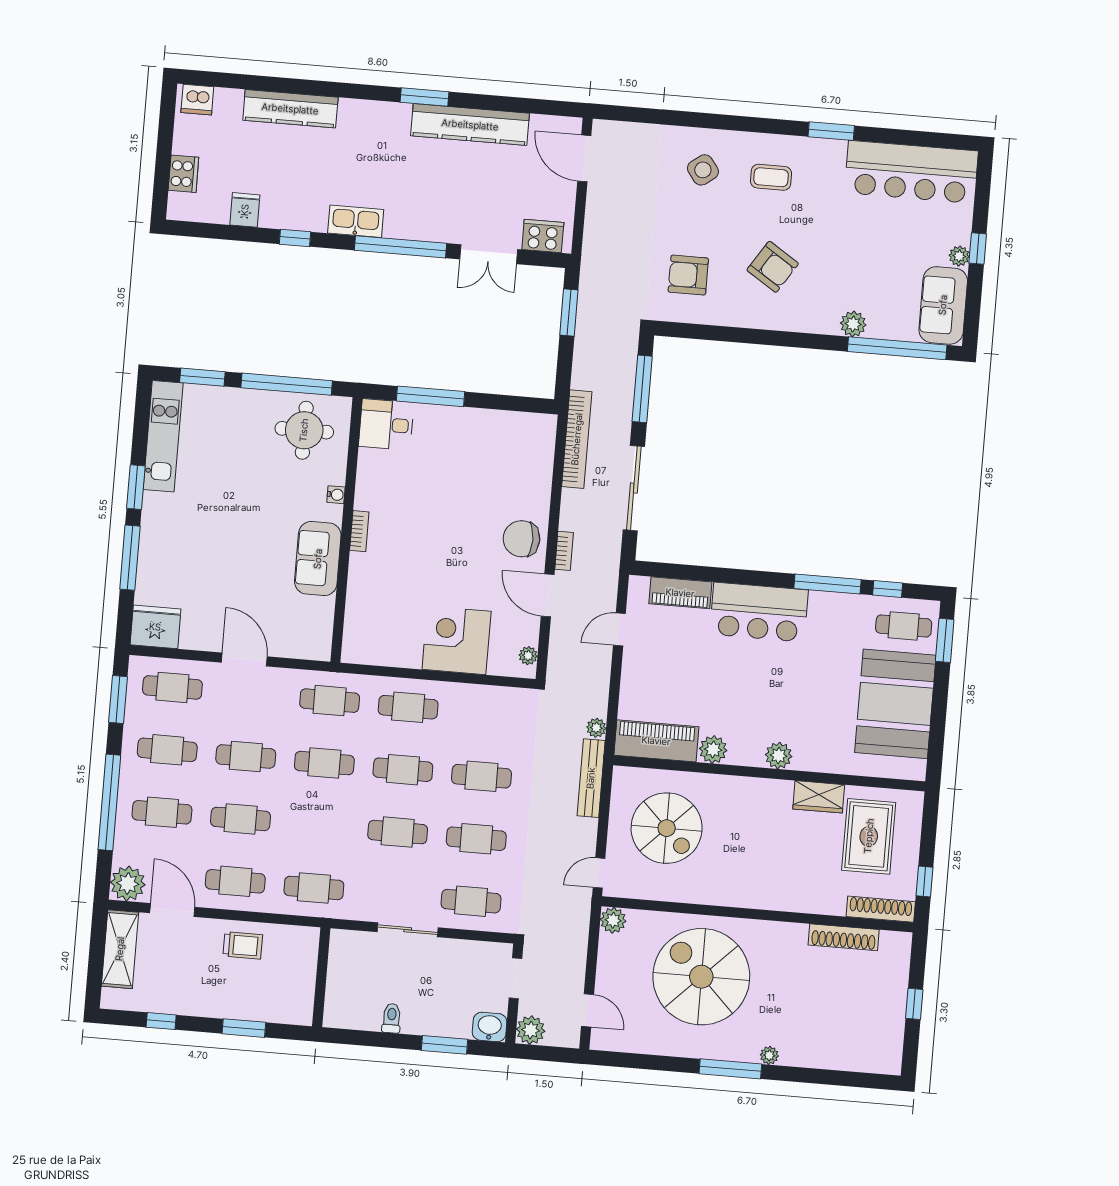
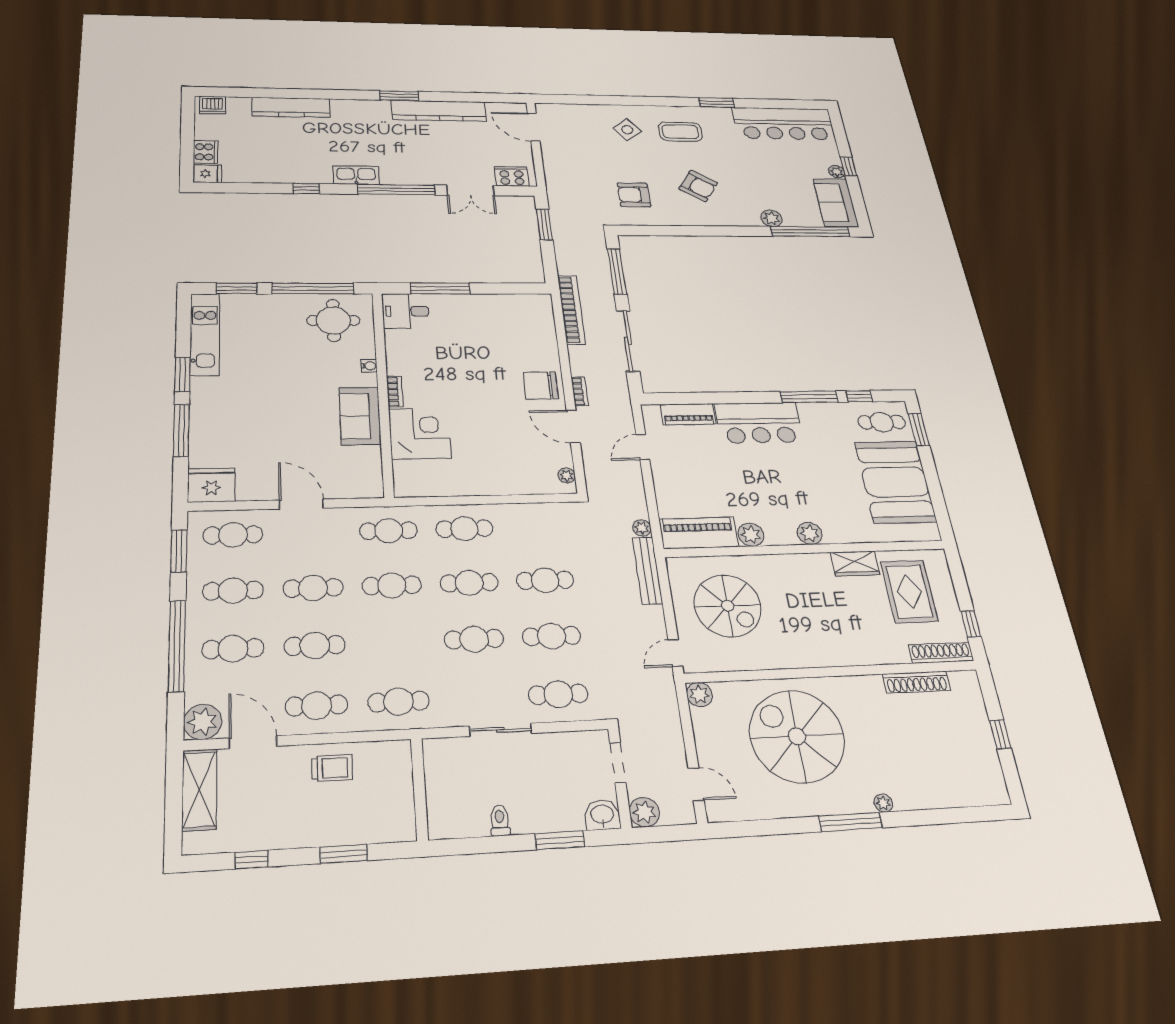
coffee table: (771, 177) -> (680, 132), width x1.36, depth x1.30
fridge: (245, 210) -> (207, 174), moved, turned 90
corner desk: (457, 640) -> (420, 433), moved, turned 90

